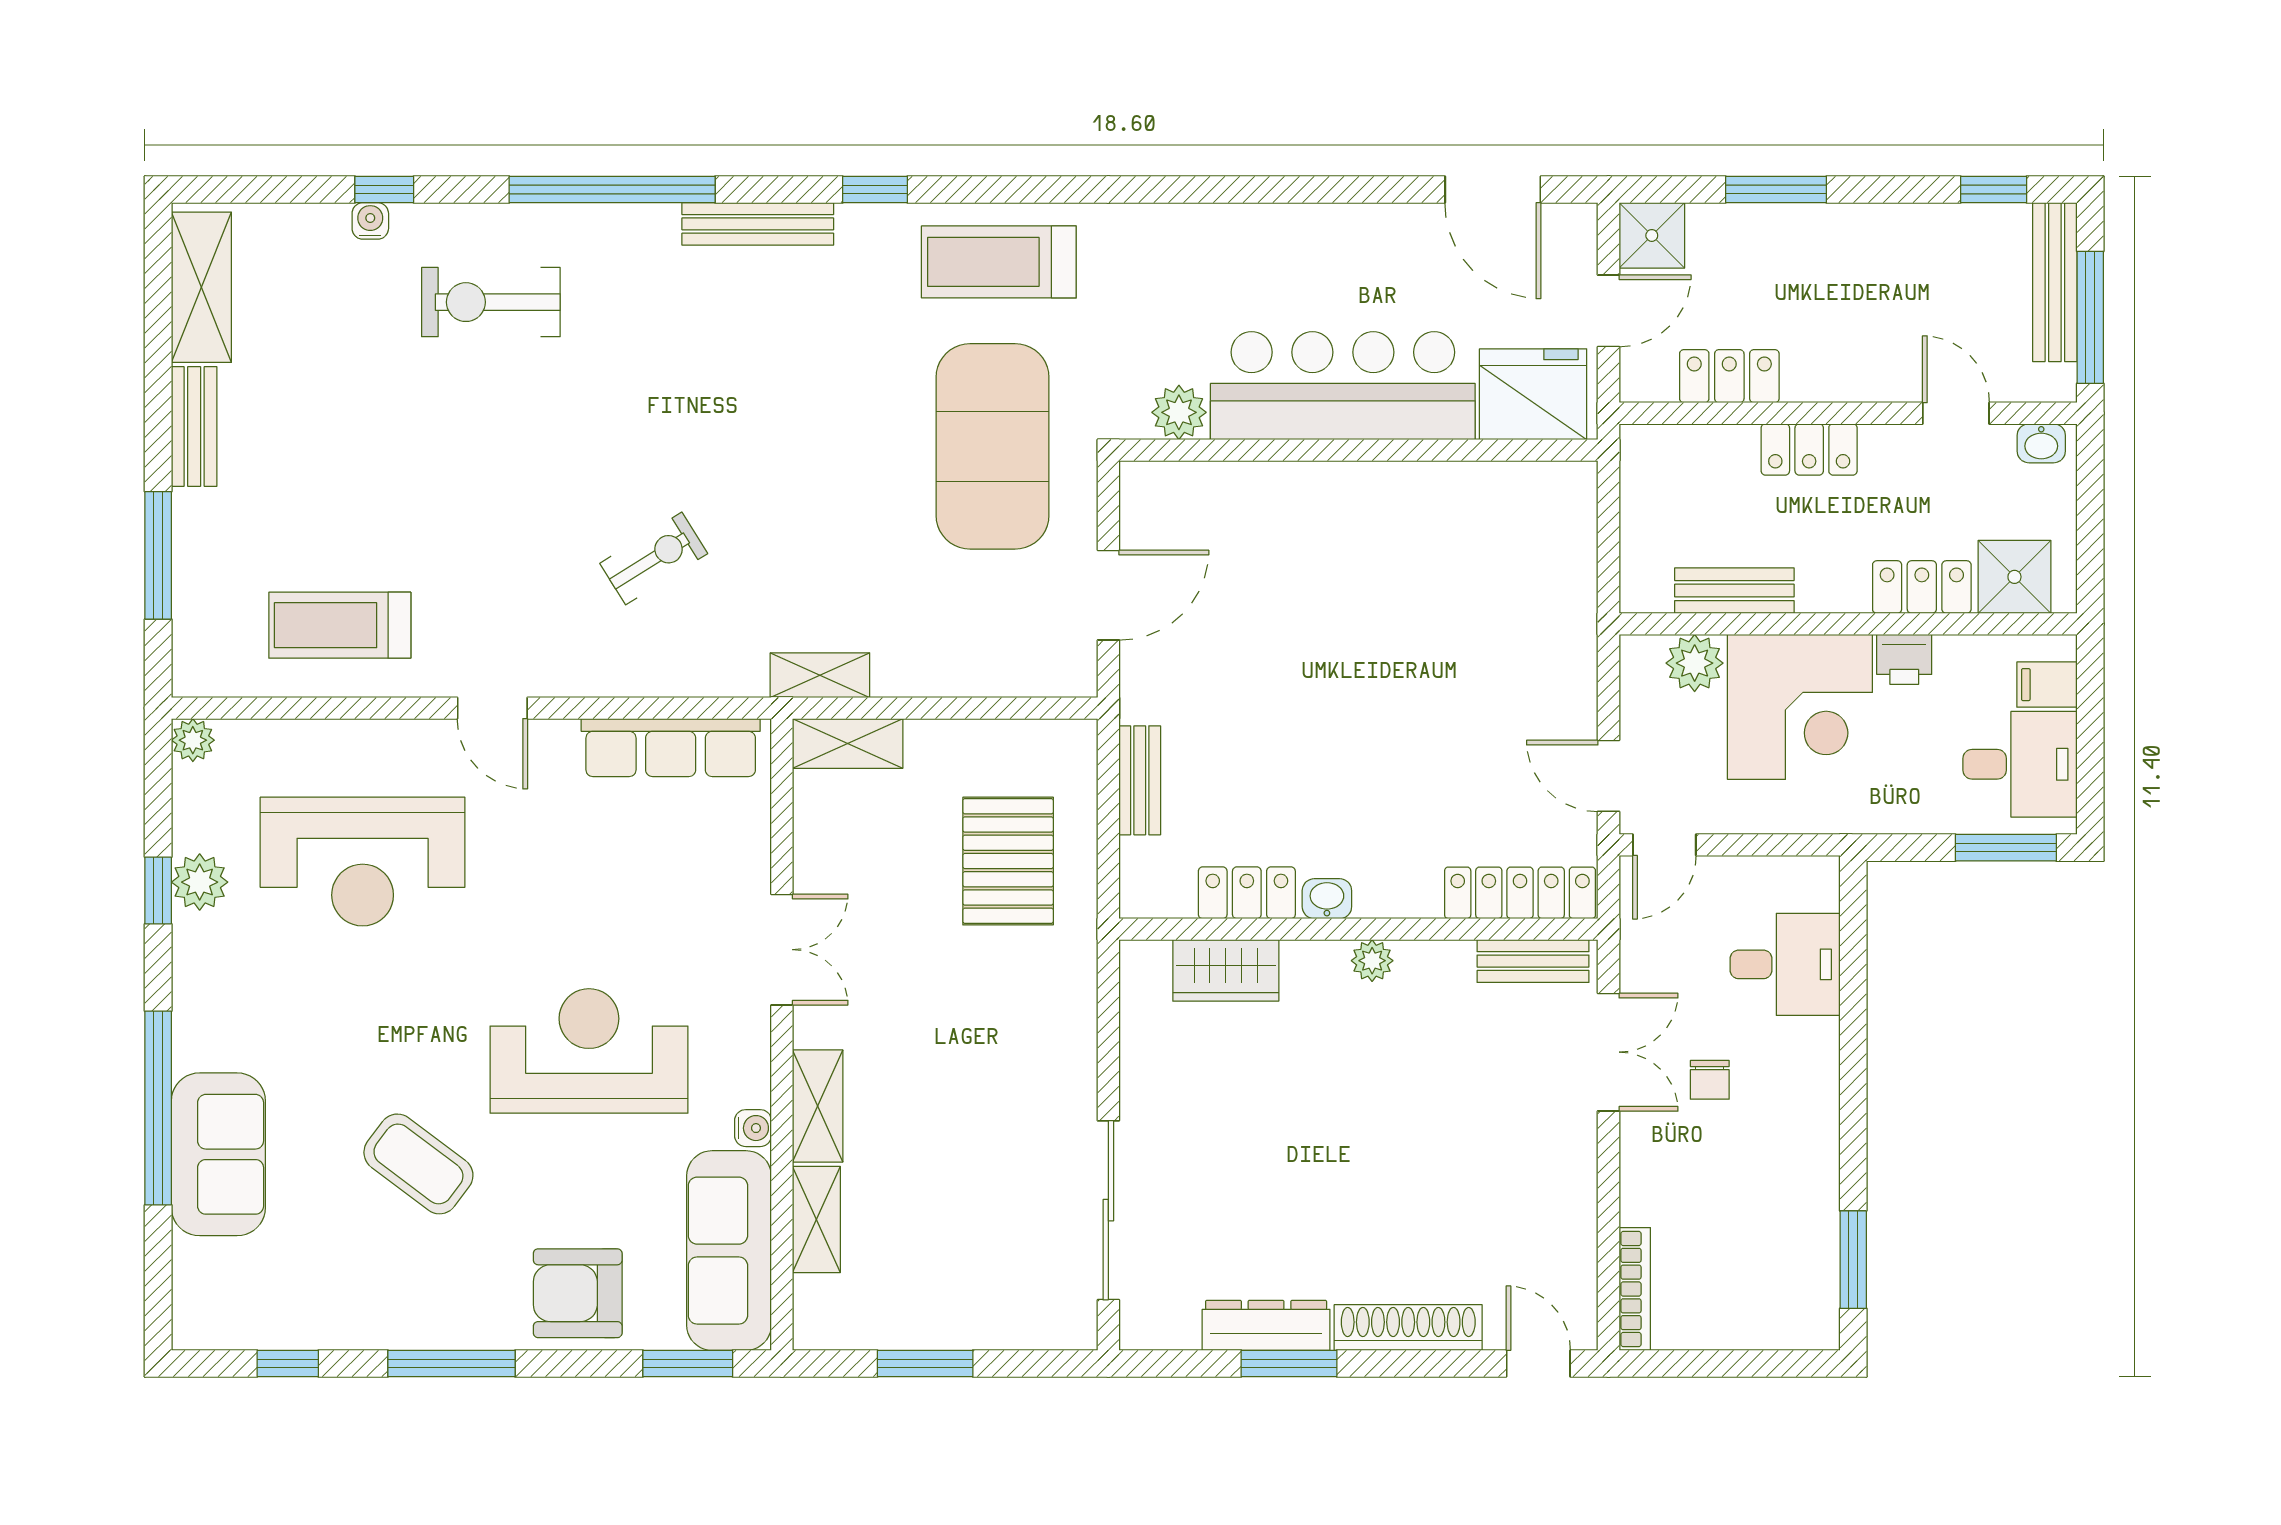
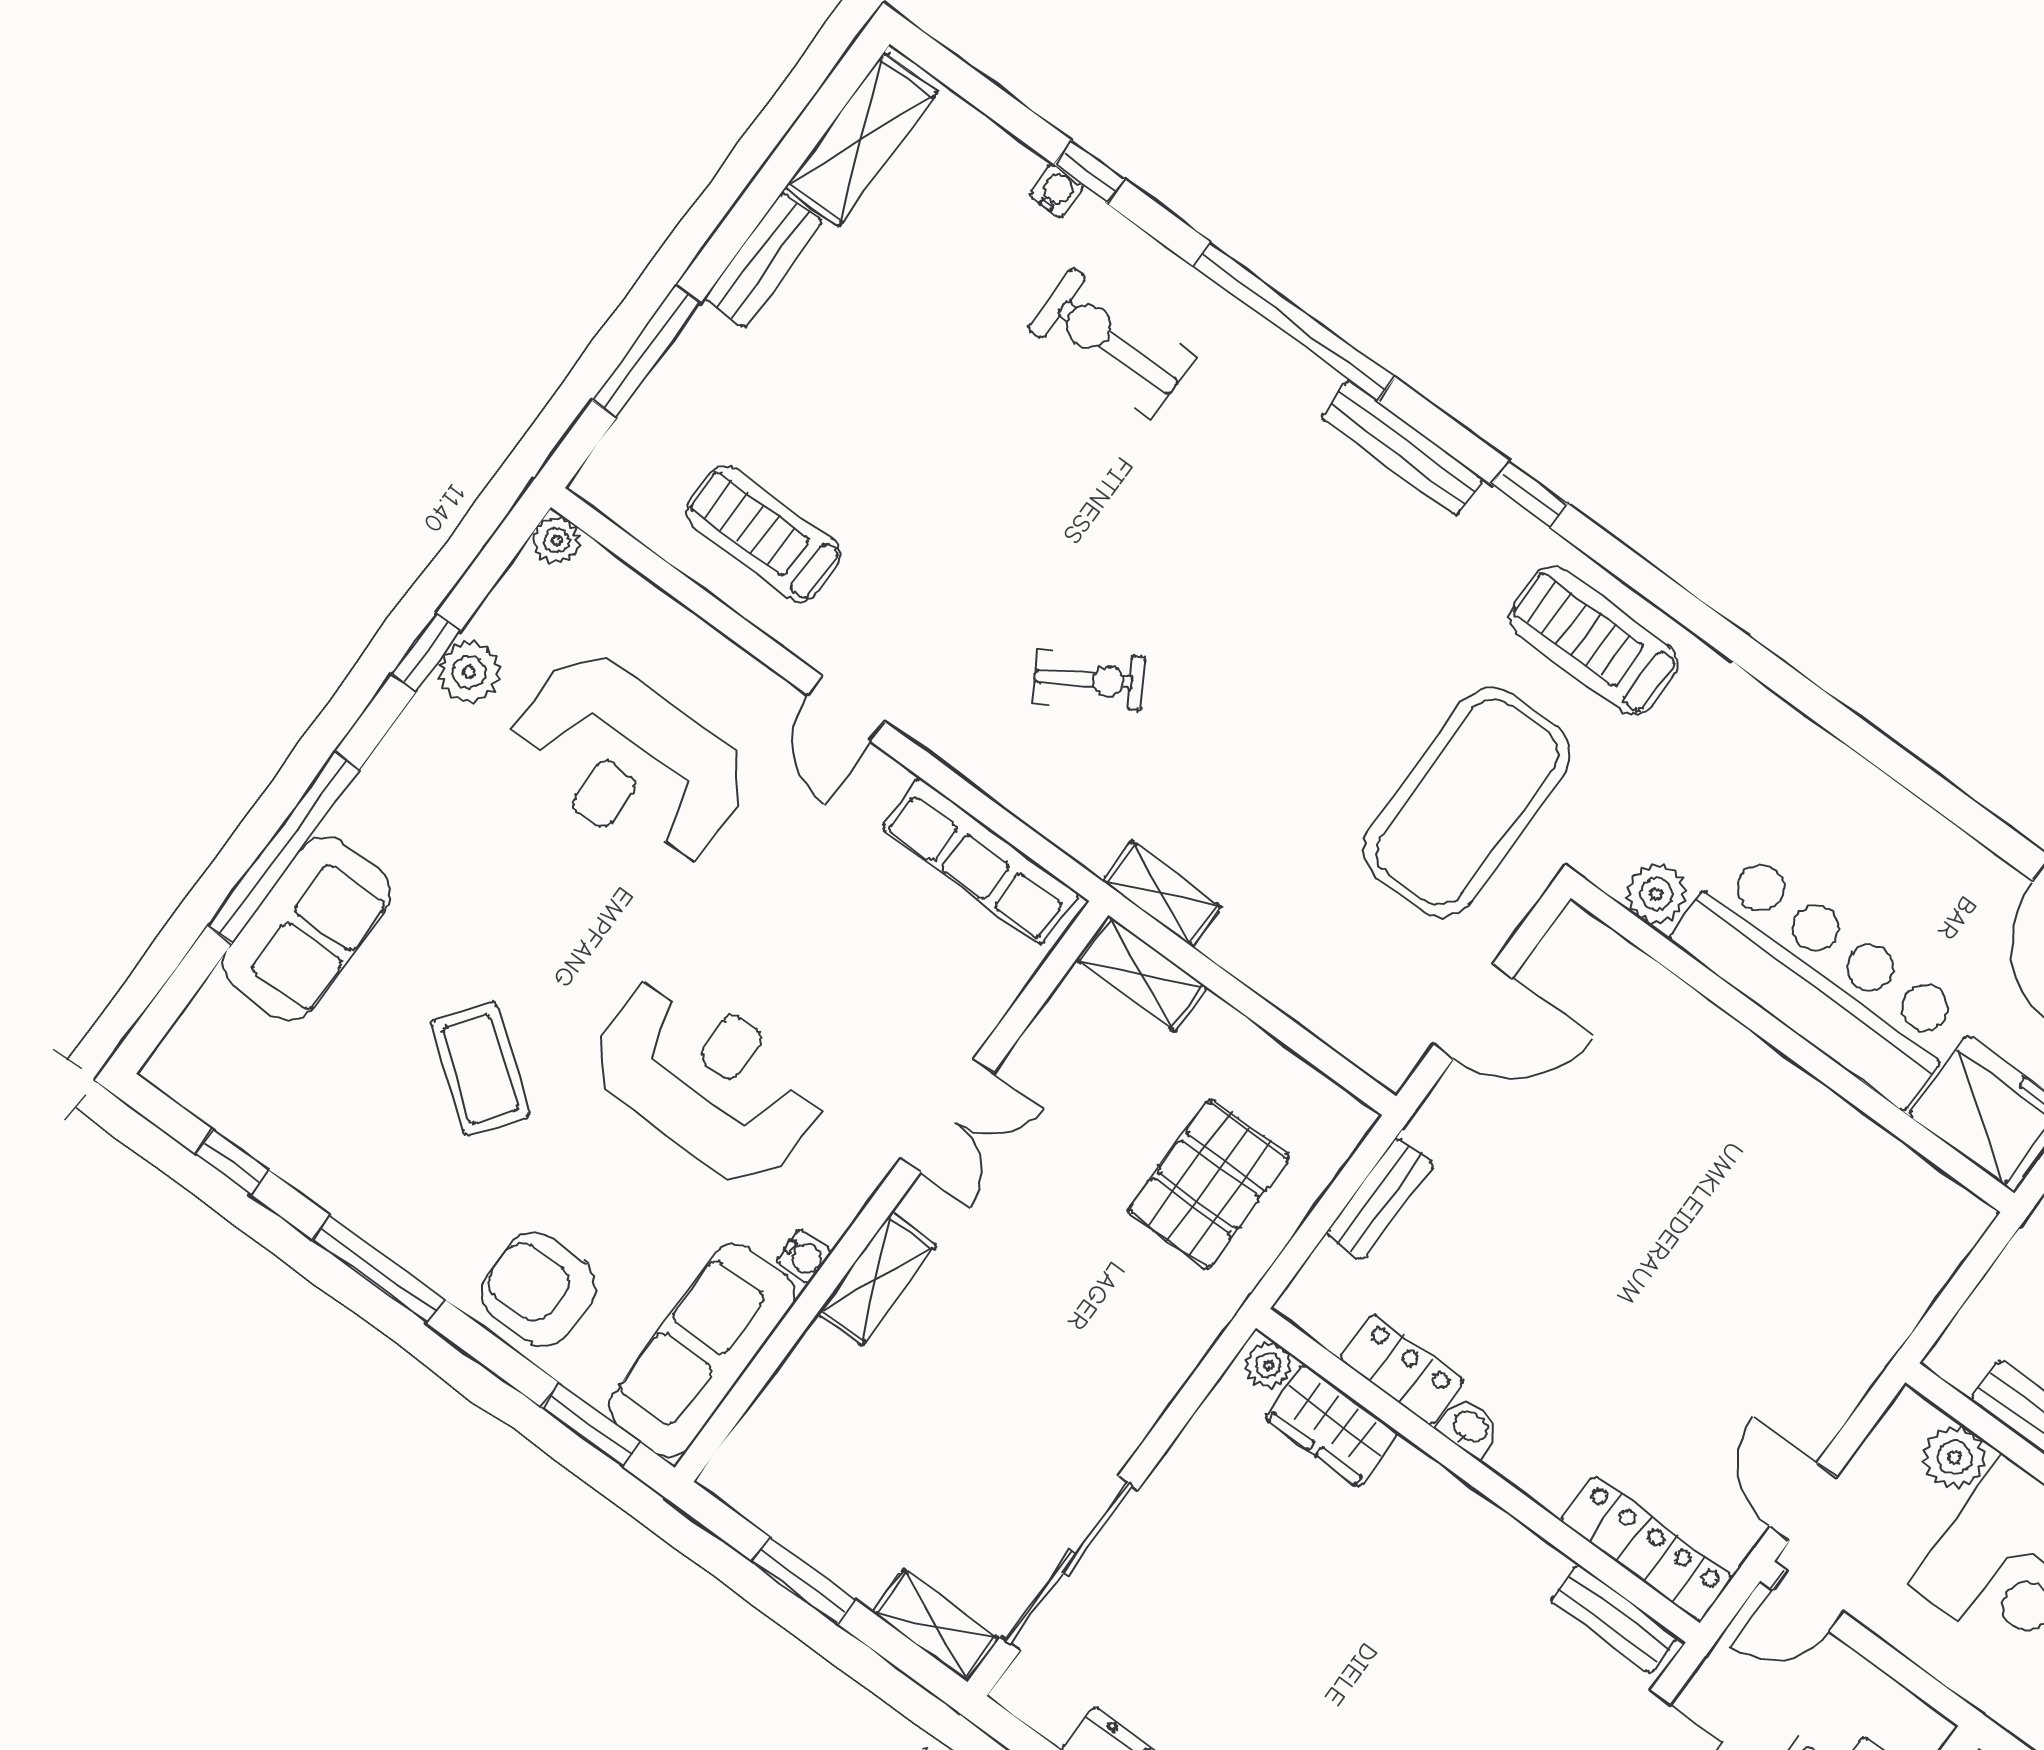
plant: (1372, 961) -> (1268, 1365), moved
shelving: (816, 1219) -> (936, 1626), moved, turned 90

